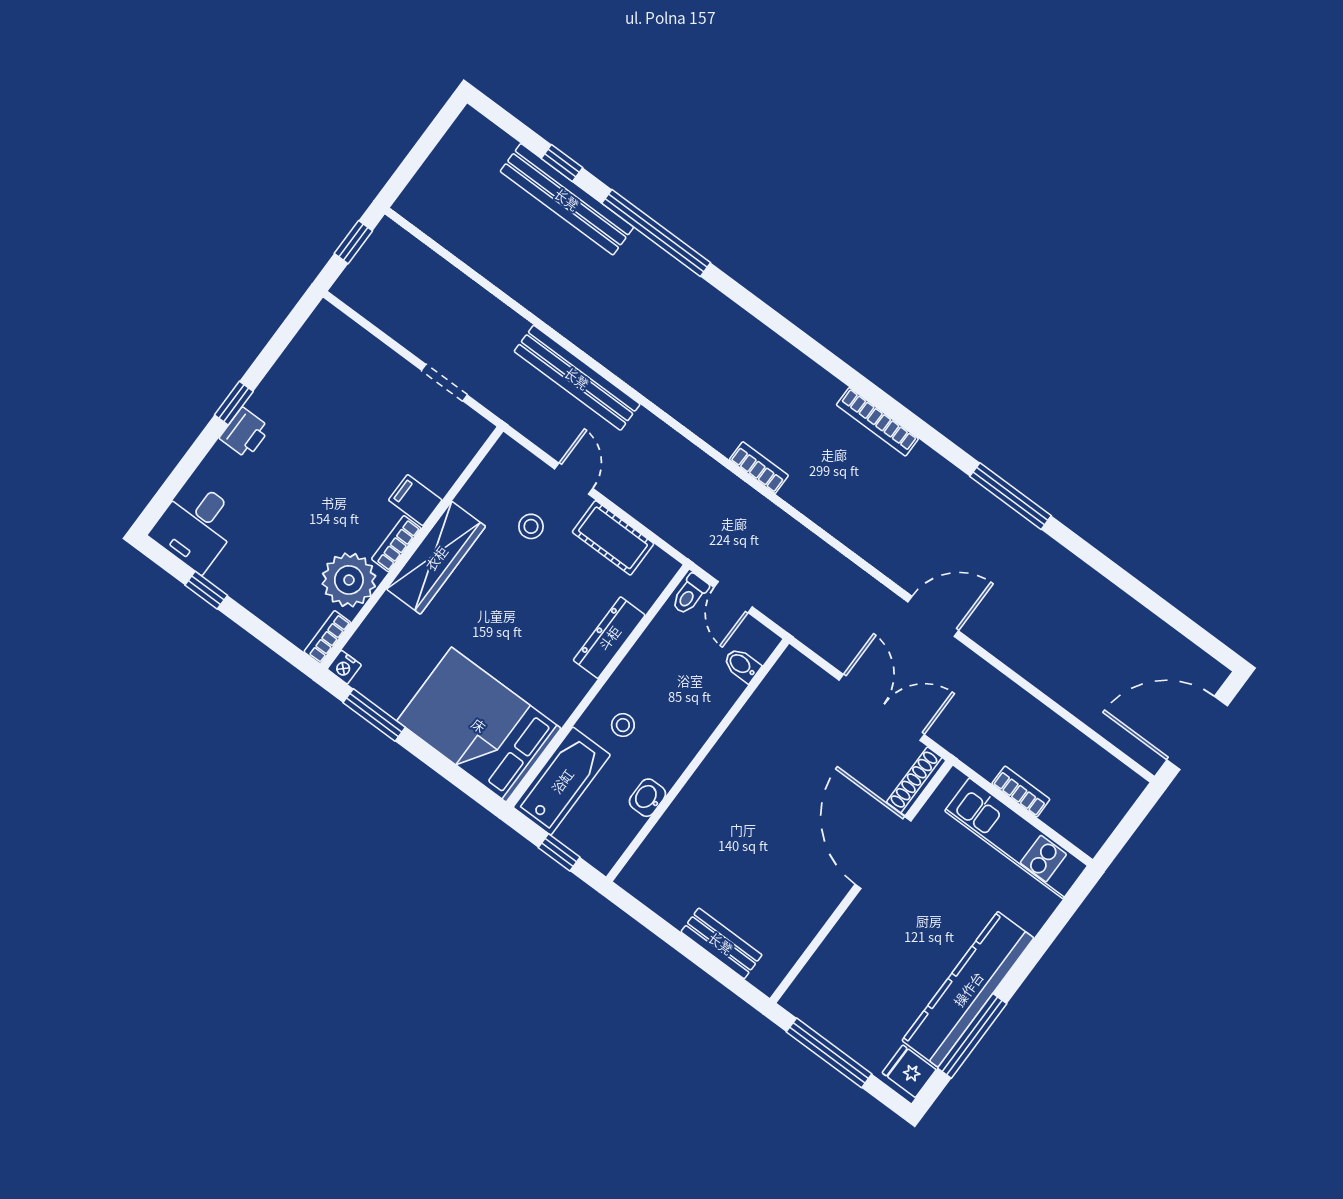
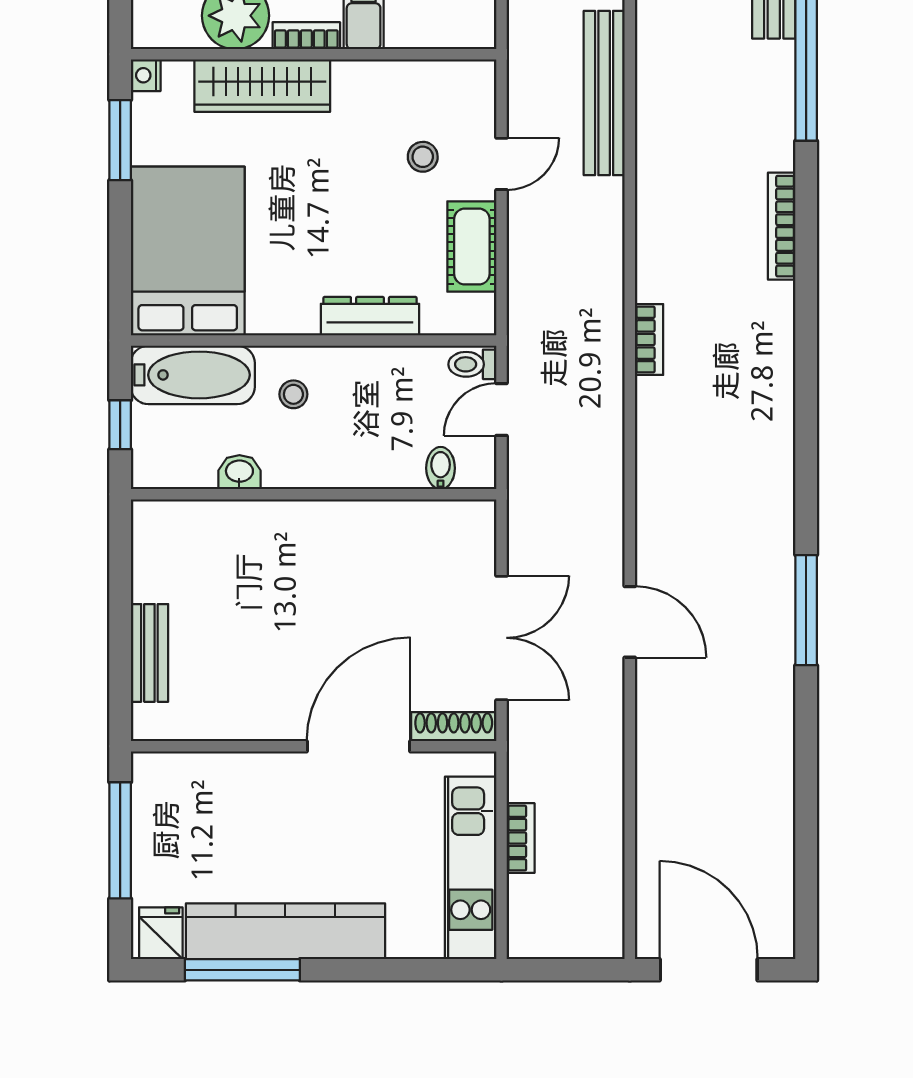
bookcase: (877, 422) -> (782, 226), moved
wardrobe: (436, 558) -> (262, 86), moved
bookcase: (327, 637) -> (163, 36), removed

